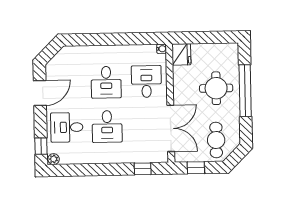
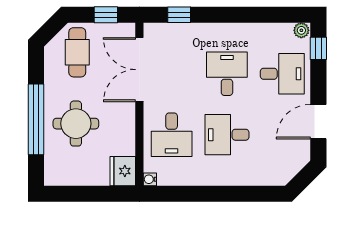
desk: (106, 82) -> (227, 135), turned -90

